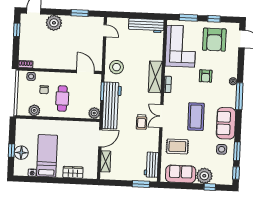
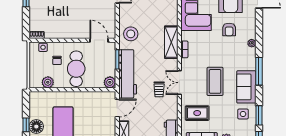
armchair: (206, 76) -> (229, 30), moved
window: (239, 96) -> (259, 71), moved
cafe table: (62, 99) -> (76, 69), width x1.37, depth x1.35

